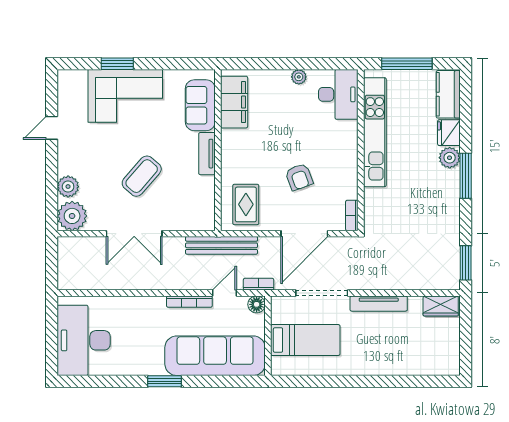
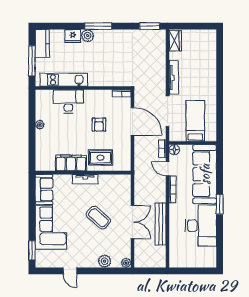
window: (117, 64) -> (32, 250), moved
desk: (338, 94) -> (68, 101), moved
kitchen counter: (448, 94) -> (42, 43), moved, turned -90
filing cabinet: (234, 102) -> (71, 163), moved
sofa: (200, 105) -> (44, 189), moved, turned -90
kitchen unit: (375, 132) -> (64, 80), width x0.73
armchair: (299, 177) -> (99, 125), turned 110
rug: (246, 204) -> (100, 158), moved
plant: (72, 216) -> (126, 263), width x0.53, depth x0.53
bench: (222, 245) -> (161, 224), moved
desk: (84, 340) -> (201, 226), moved, turned -90

